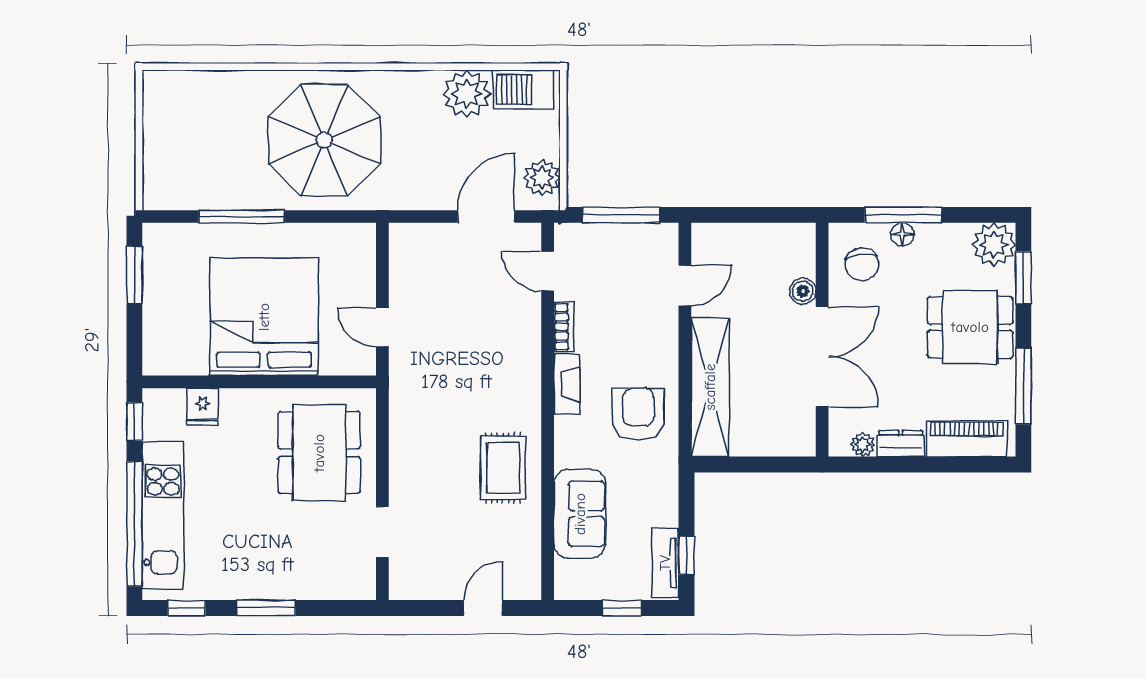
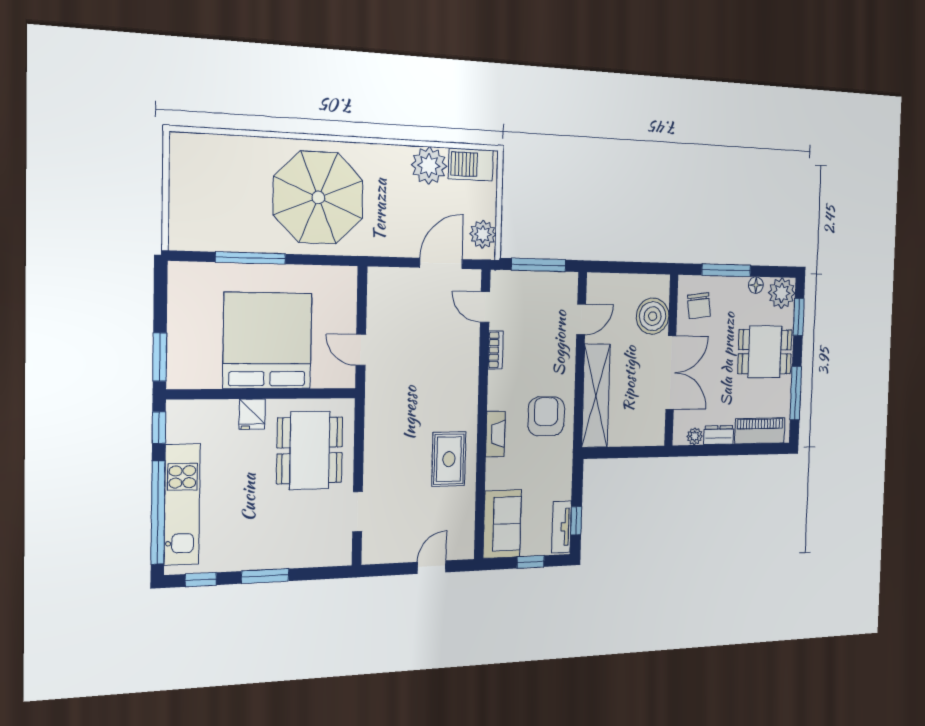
floor lamp: (902, 234) -> (756, 285), moved
window: (134, 275) -> (160, 357), moved
boiler: (803, 291) -> (653, 316), width x1.86, depth x1.86
fireplace: (567, 384) -> (495, 434), moved
fridge: (202, 407) -> (252, 414), moved
sofa: (580, 514) -> (502, 524), moved

